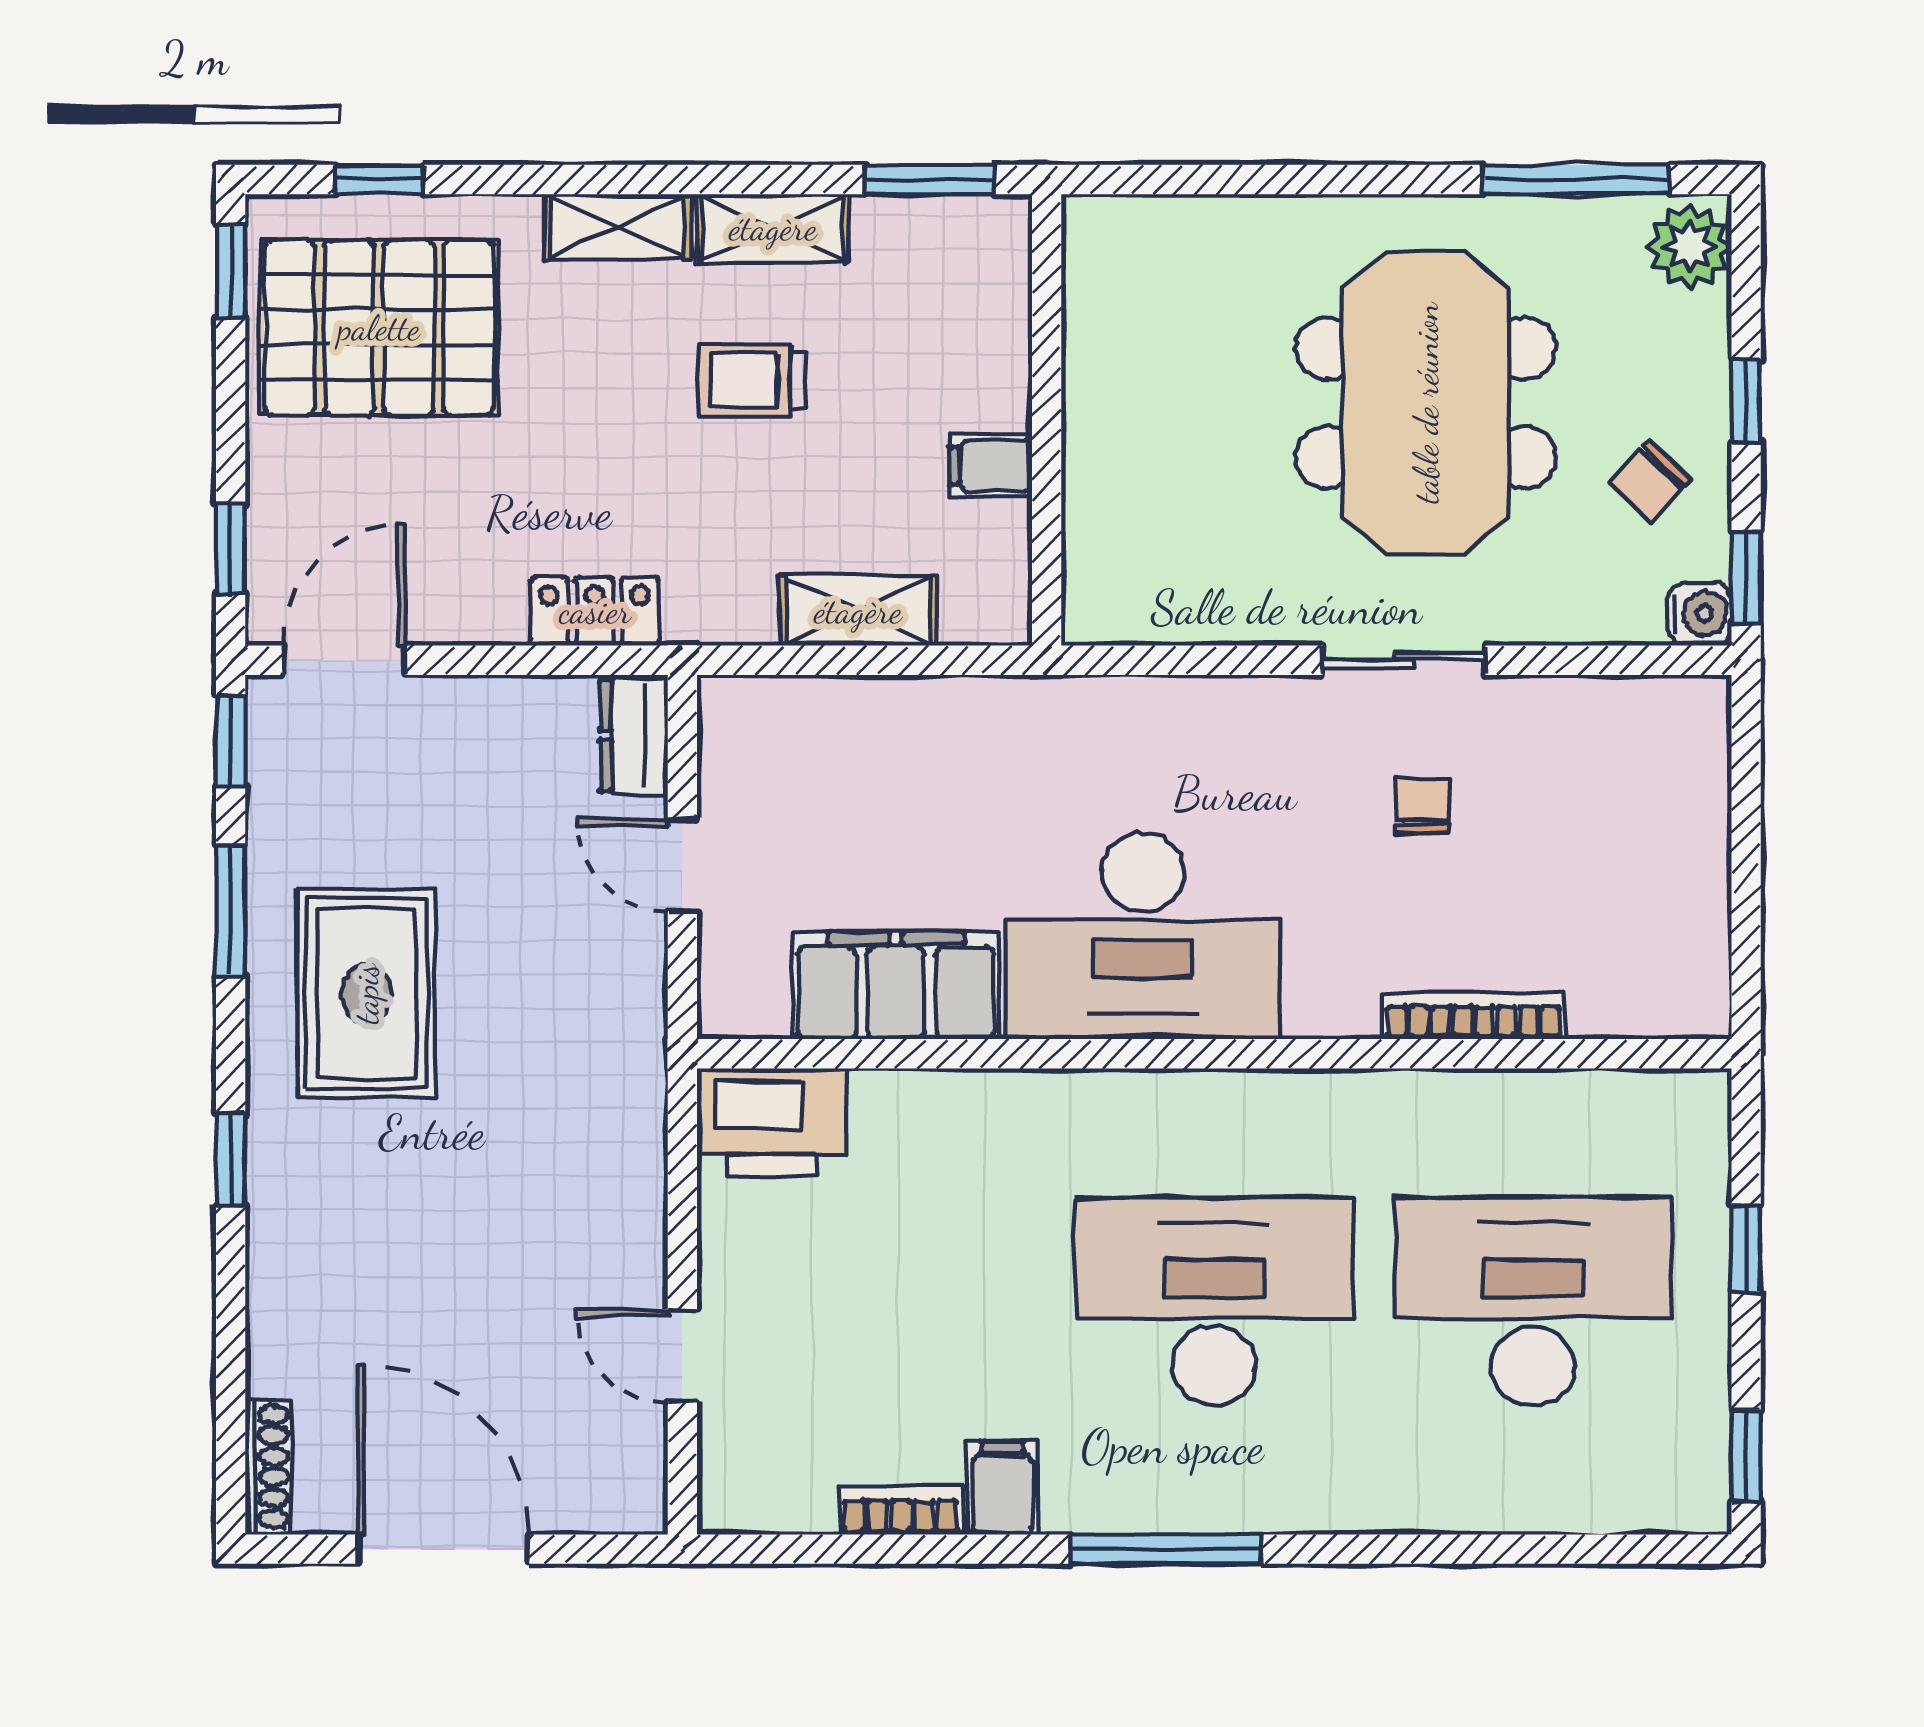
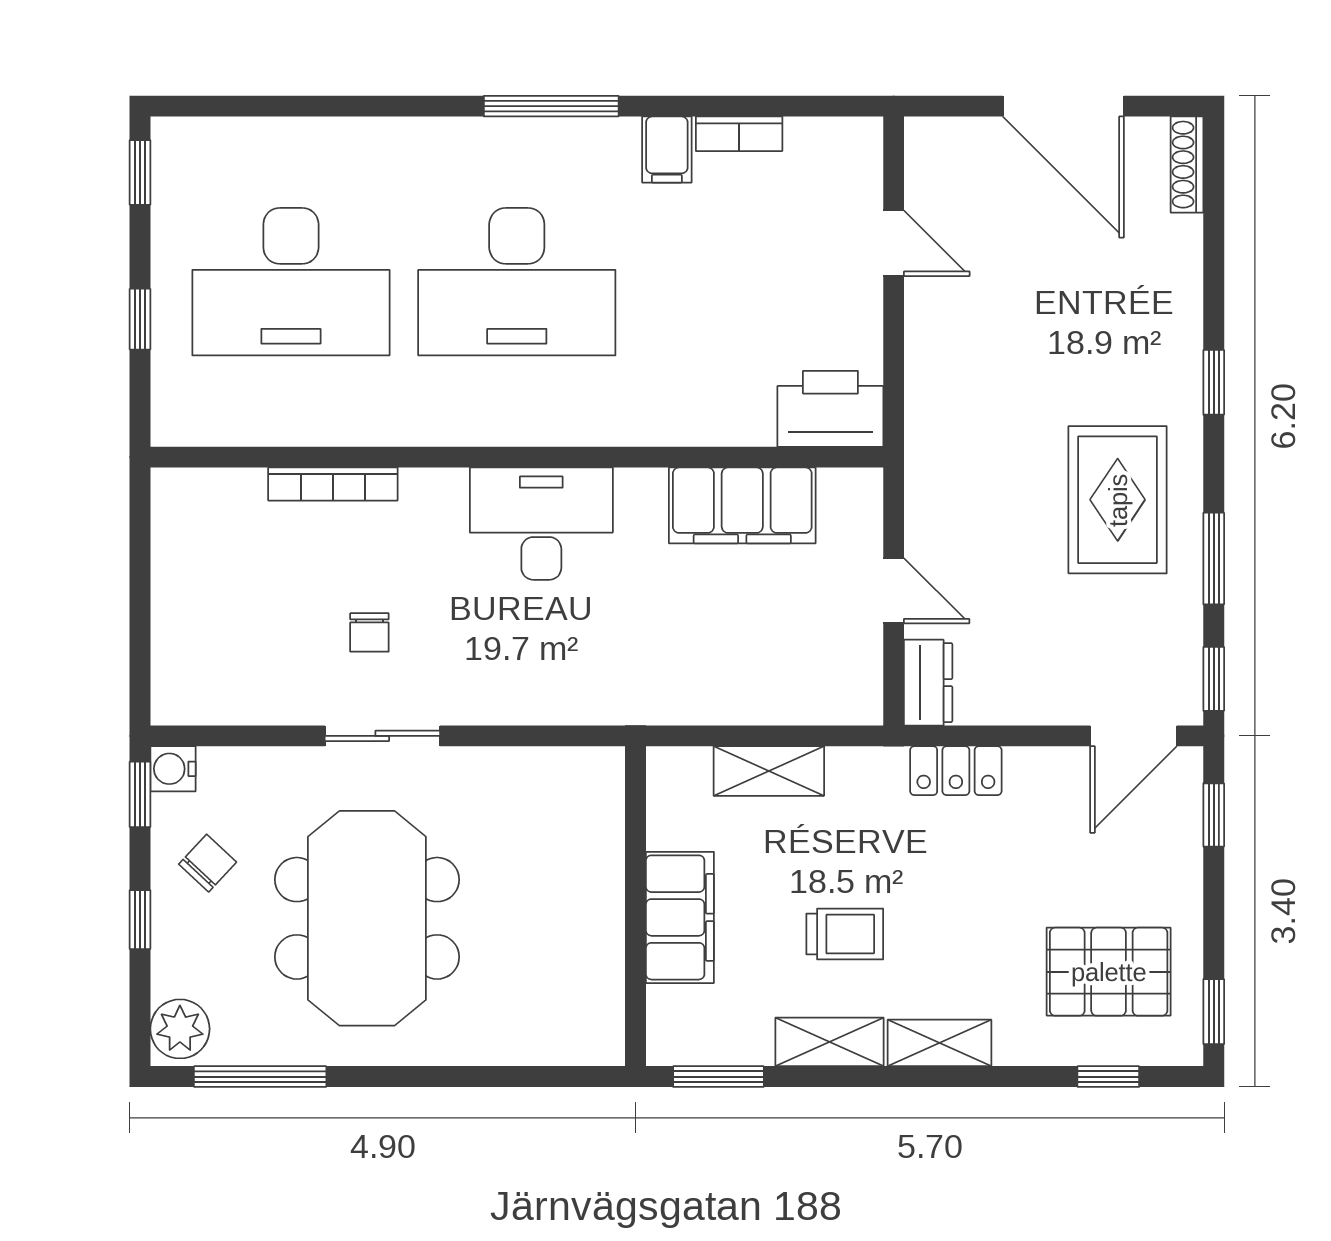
pallet: (379, 328) -> (1109, 972), width x0.73, depth x0.71
filing cabinet: (991, 466) -> (680, 917), width x3.00, depth x1.17
desk: (1143, 936) -> (541, 524), width x0.73, depth x0.77

